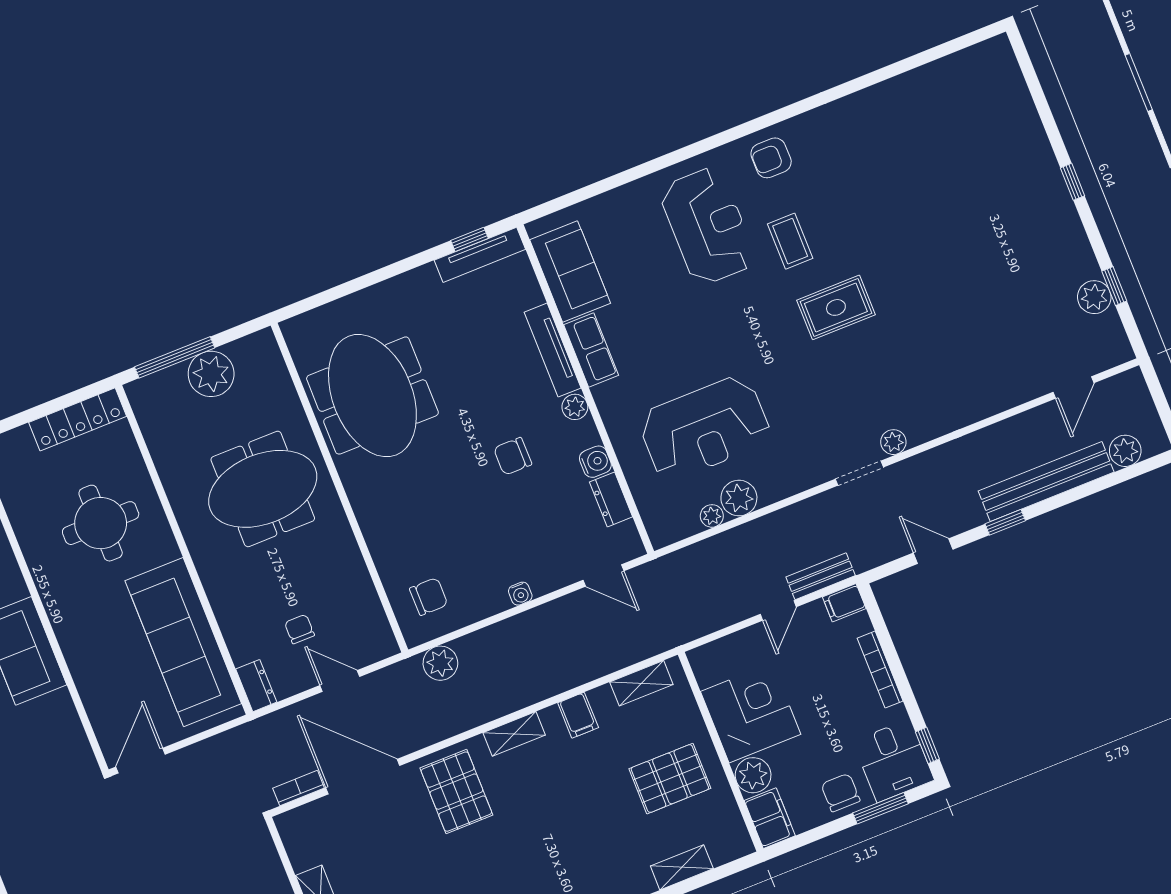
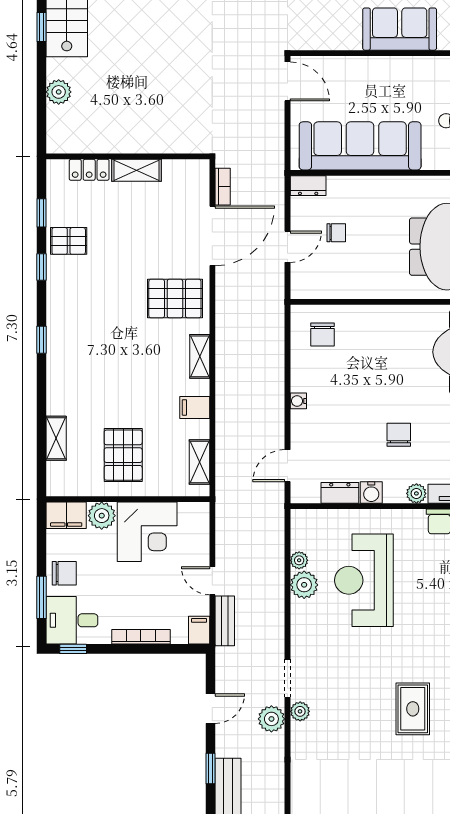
plant: (440, 663) -> (271, 719), moved

